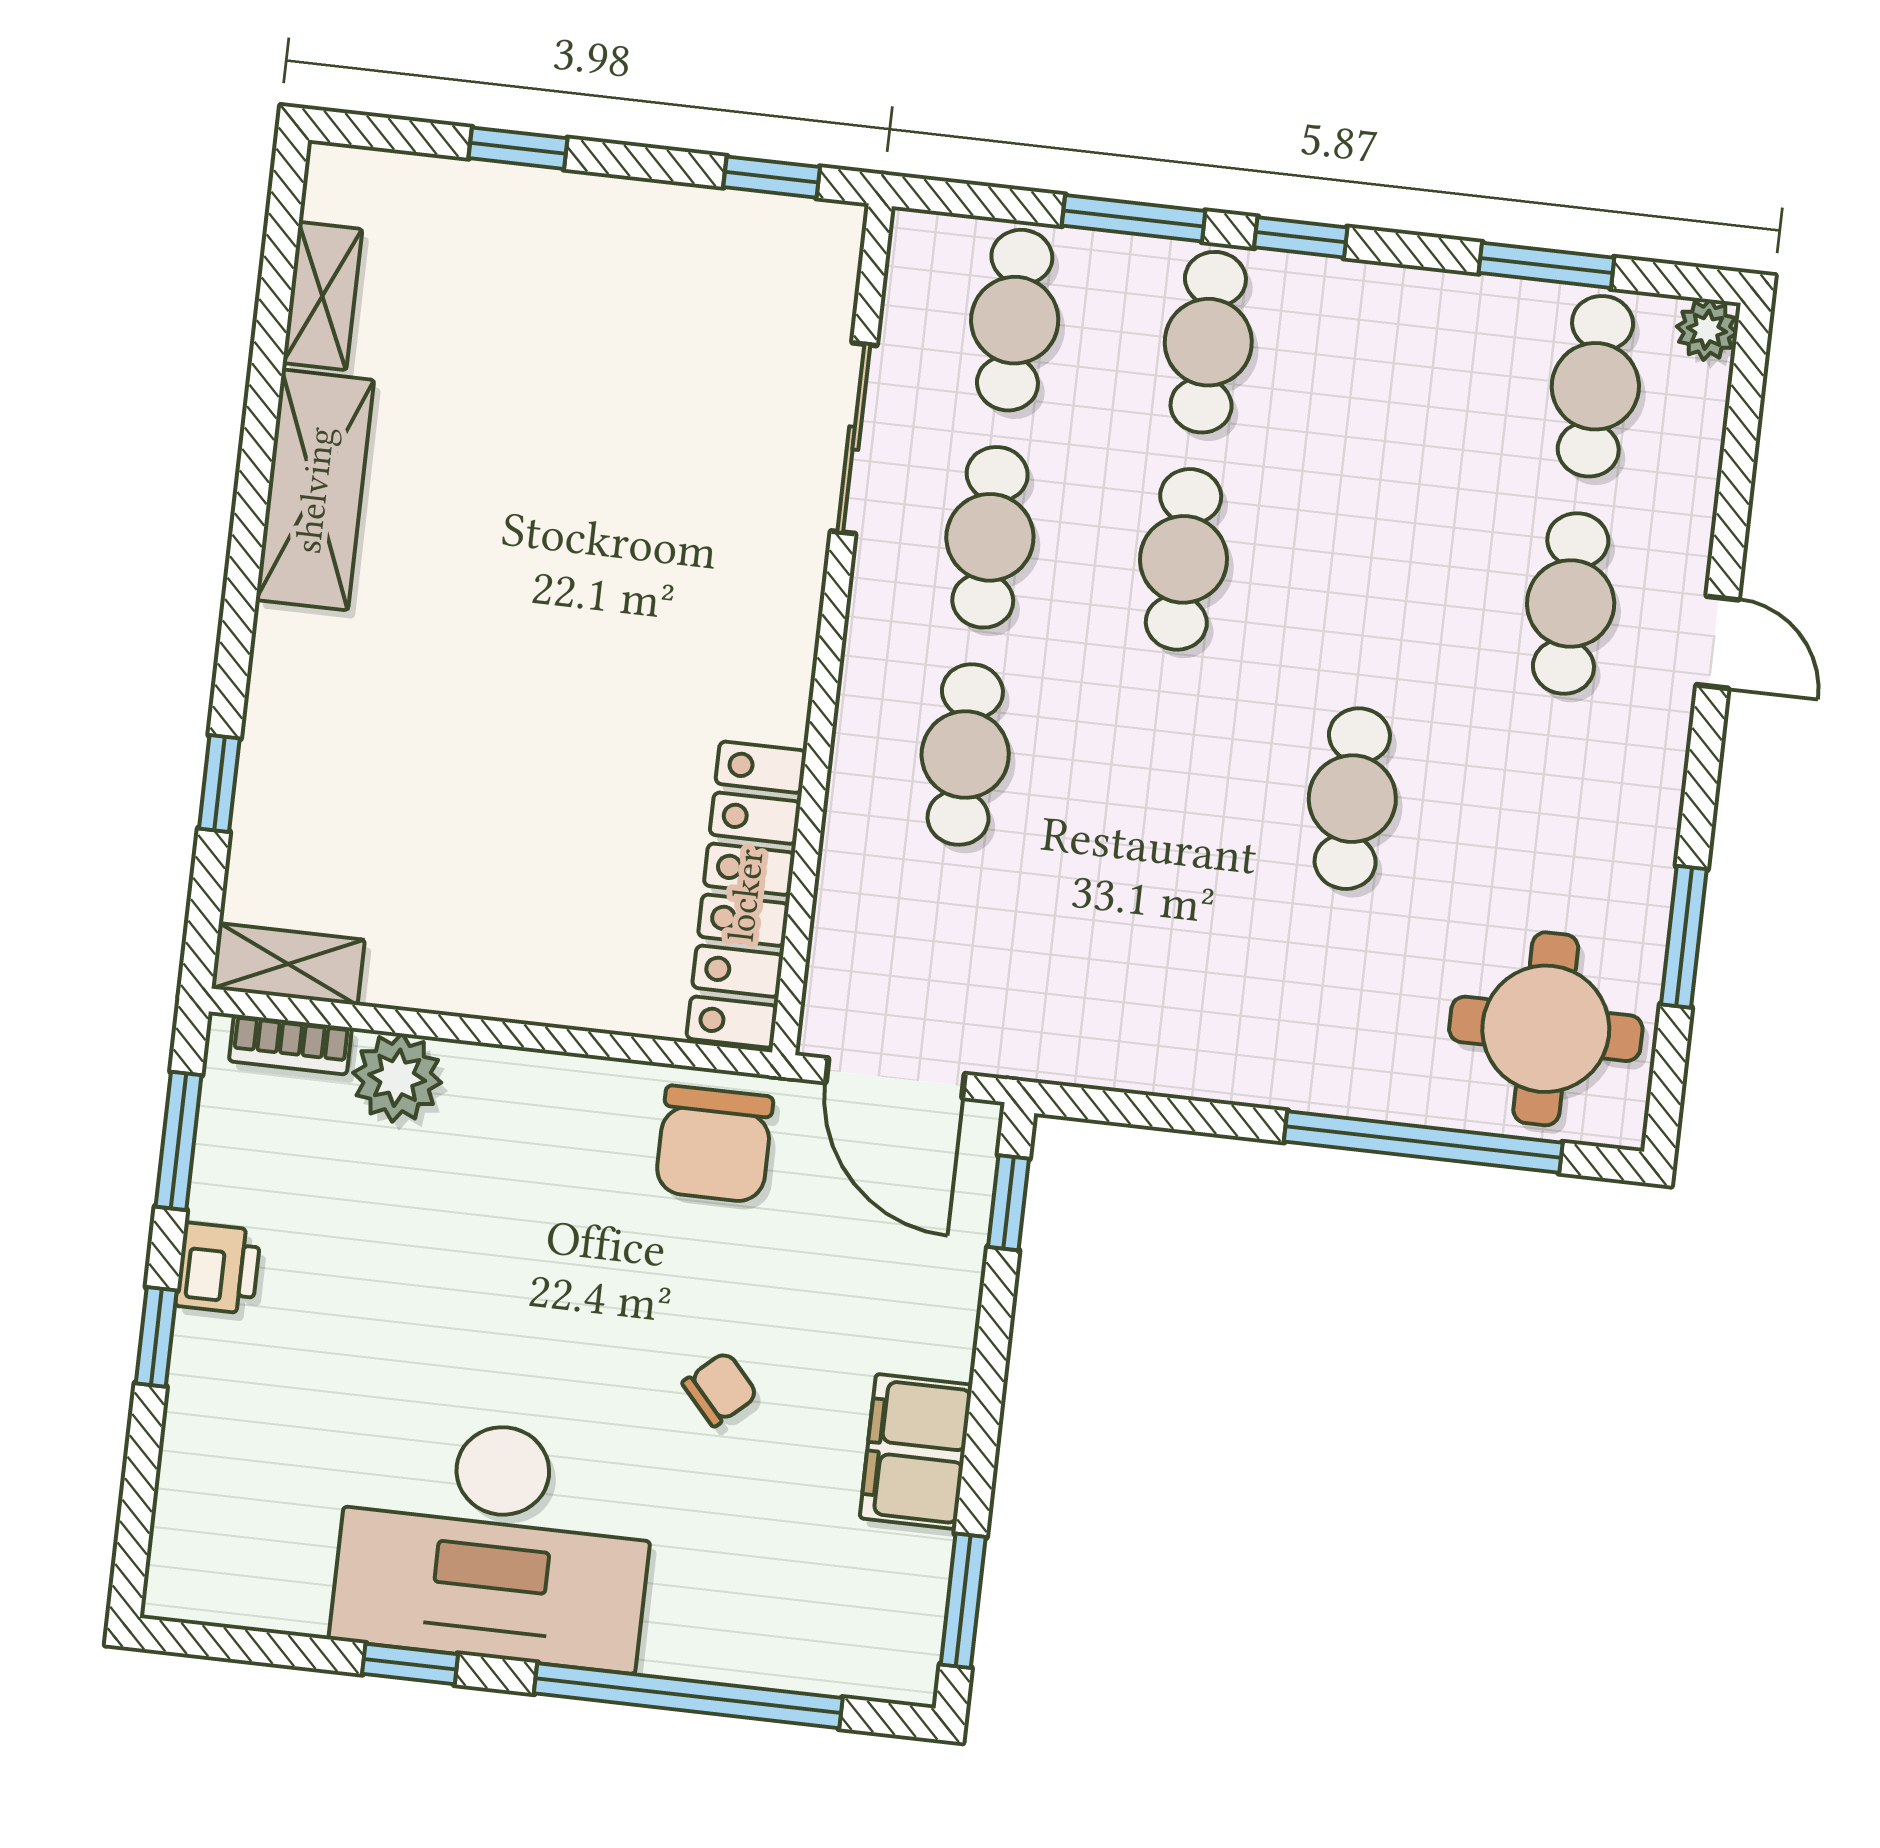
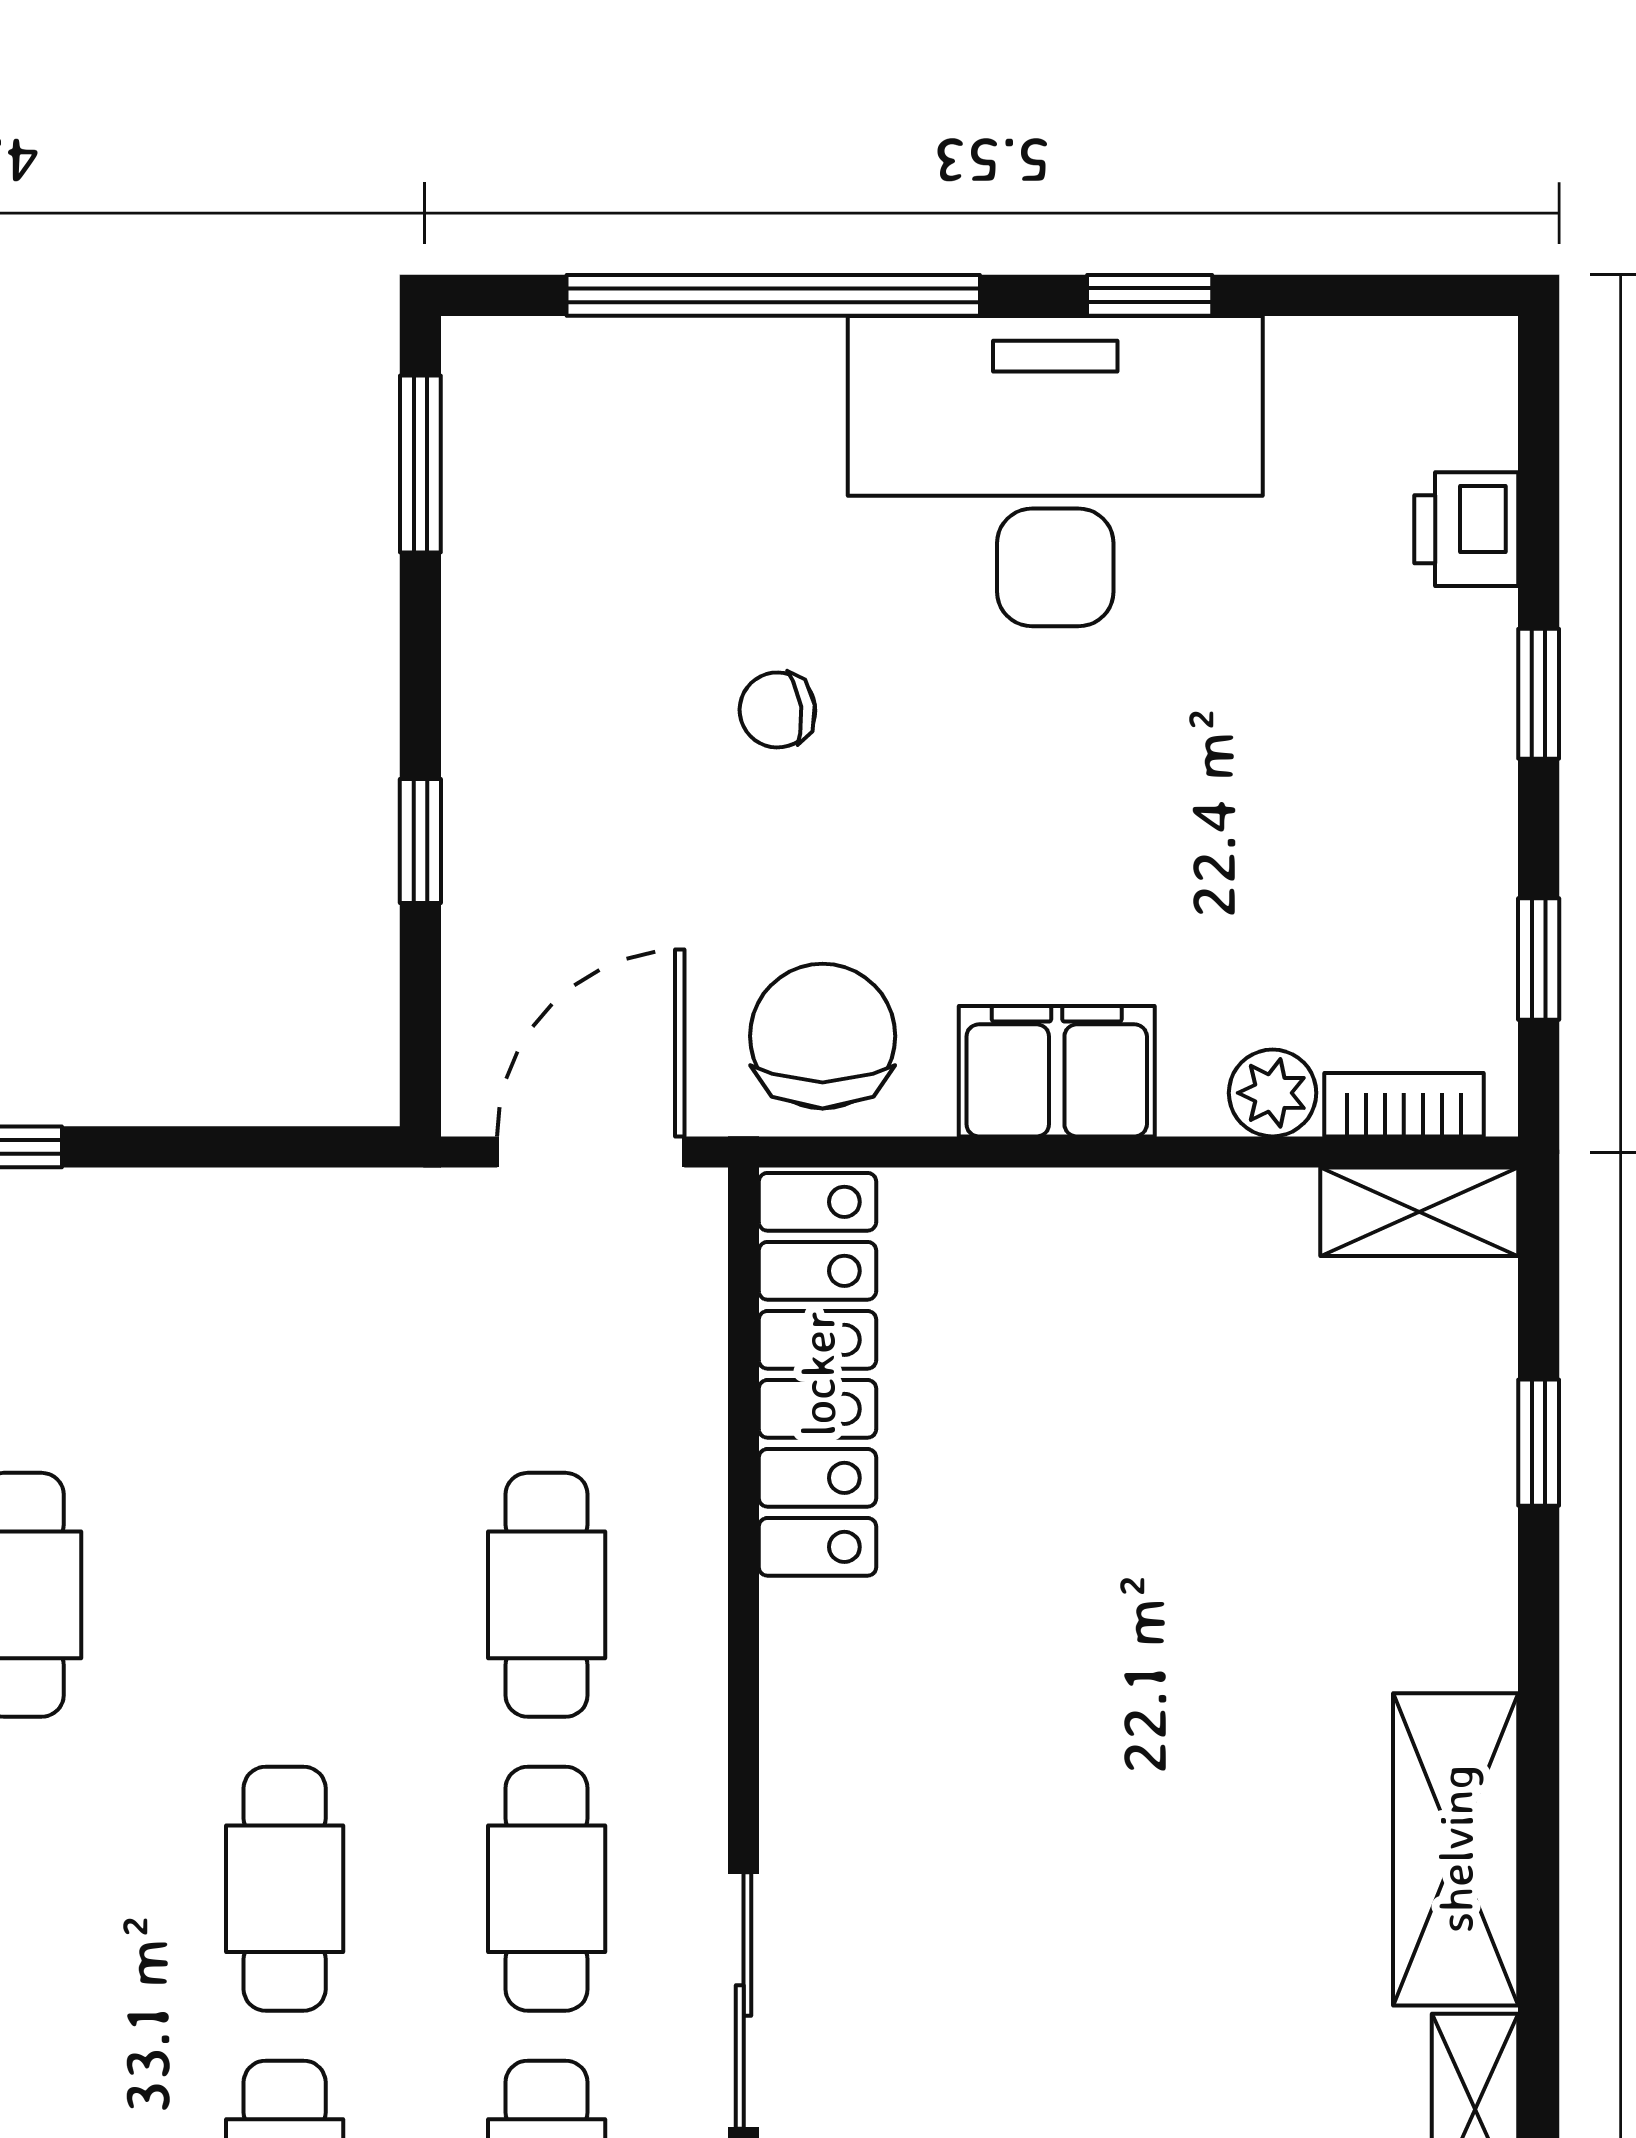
plant: (397, 1078) -> (1273, 1093), width x0.73, depth x0.73
door: (895, 1078) -> (591, 1152), hinge flipped
window: (179, 1141) -> (1539, 959), width x0.67
window: (1009, 1203) -> (420, 841), moved
printer: (218, 1268) -> (1466, 529), moved
chair: (720, 1389) -> (777, 710), turned 34
filing cabinet: (916, 1452) -> (1057, 1071), moved, turned -90

